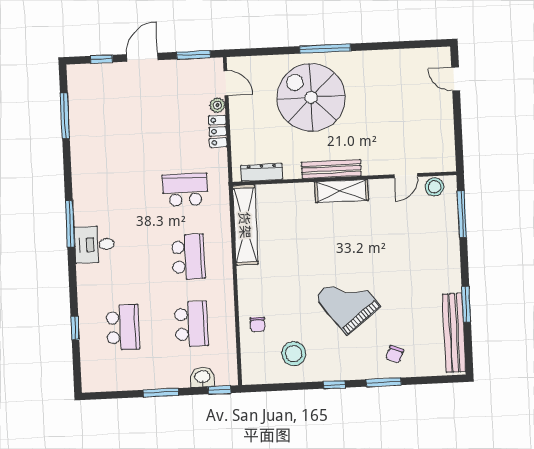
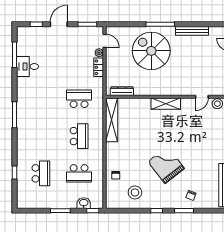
bench: (331, 169) -> (192, 31), moved
desk: (94, 245) -> (27, 66), moved
school desk: (191, 324) -> (79, 173), turned 90

